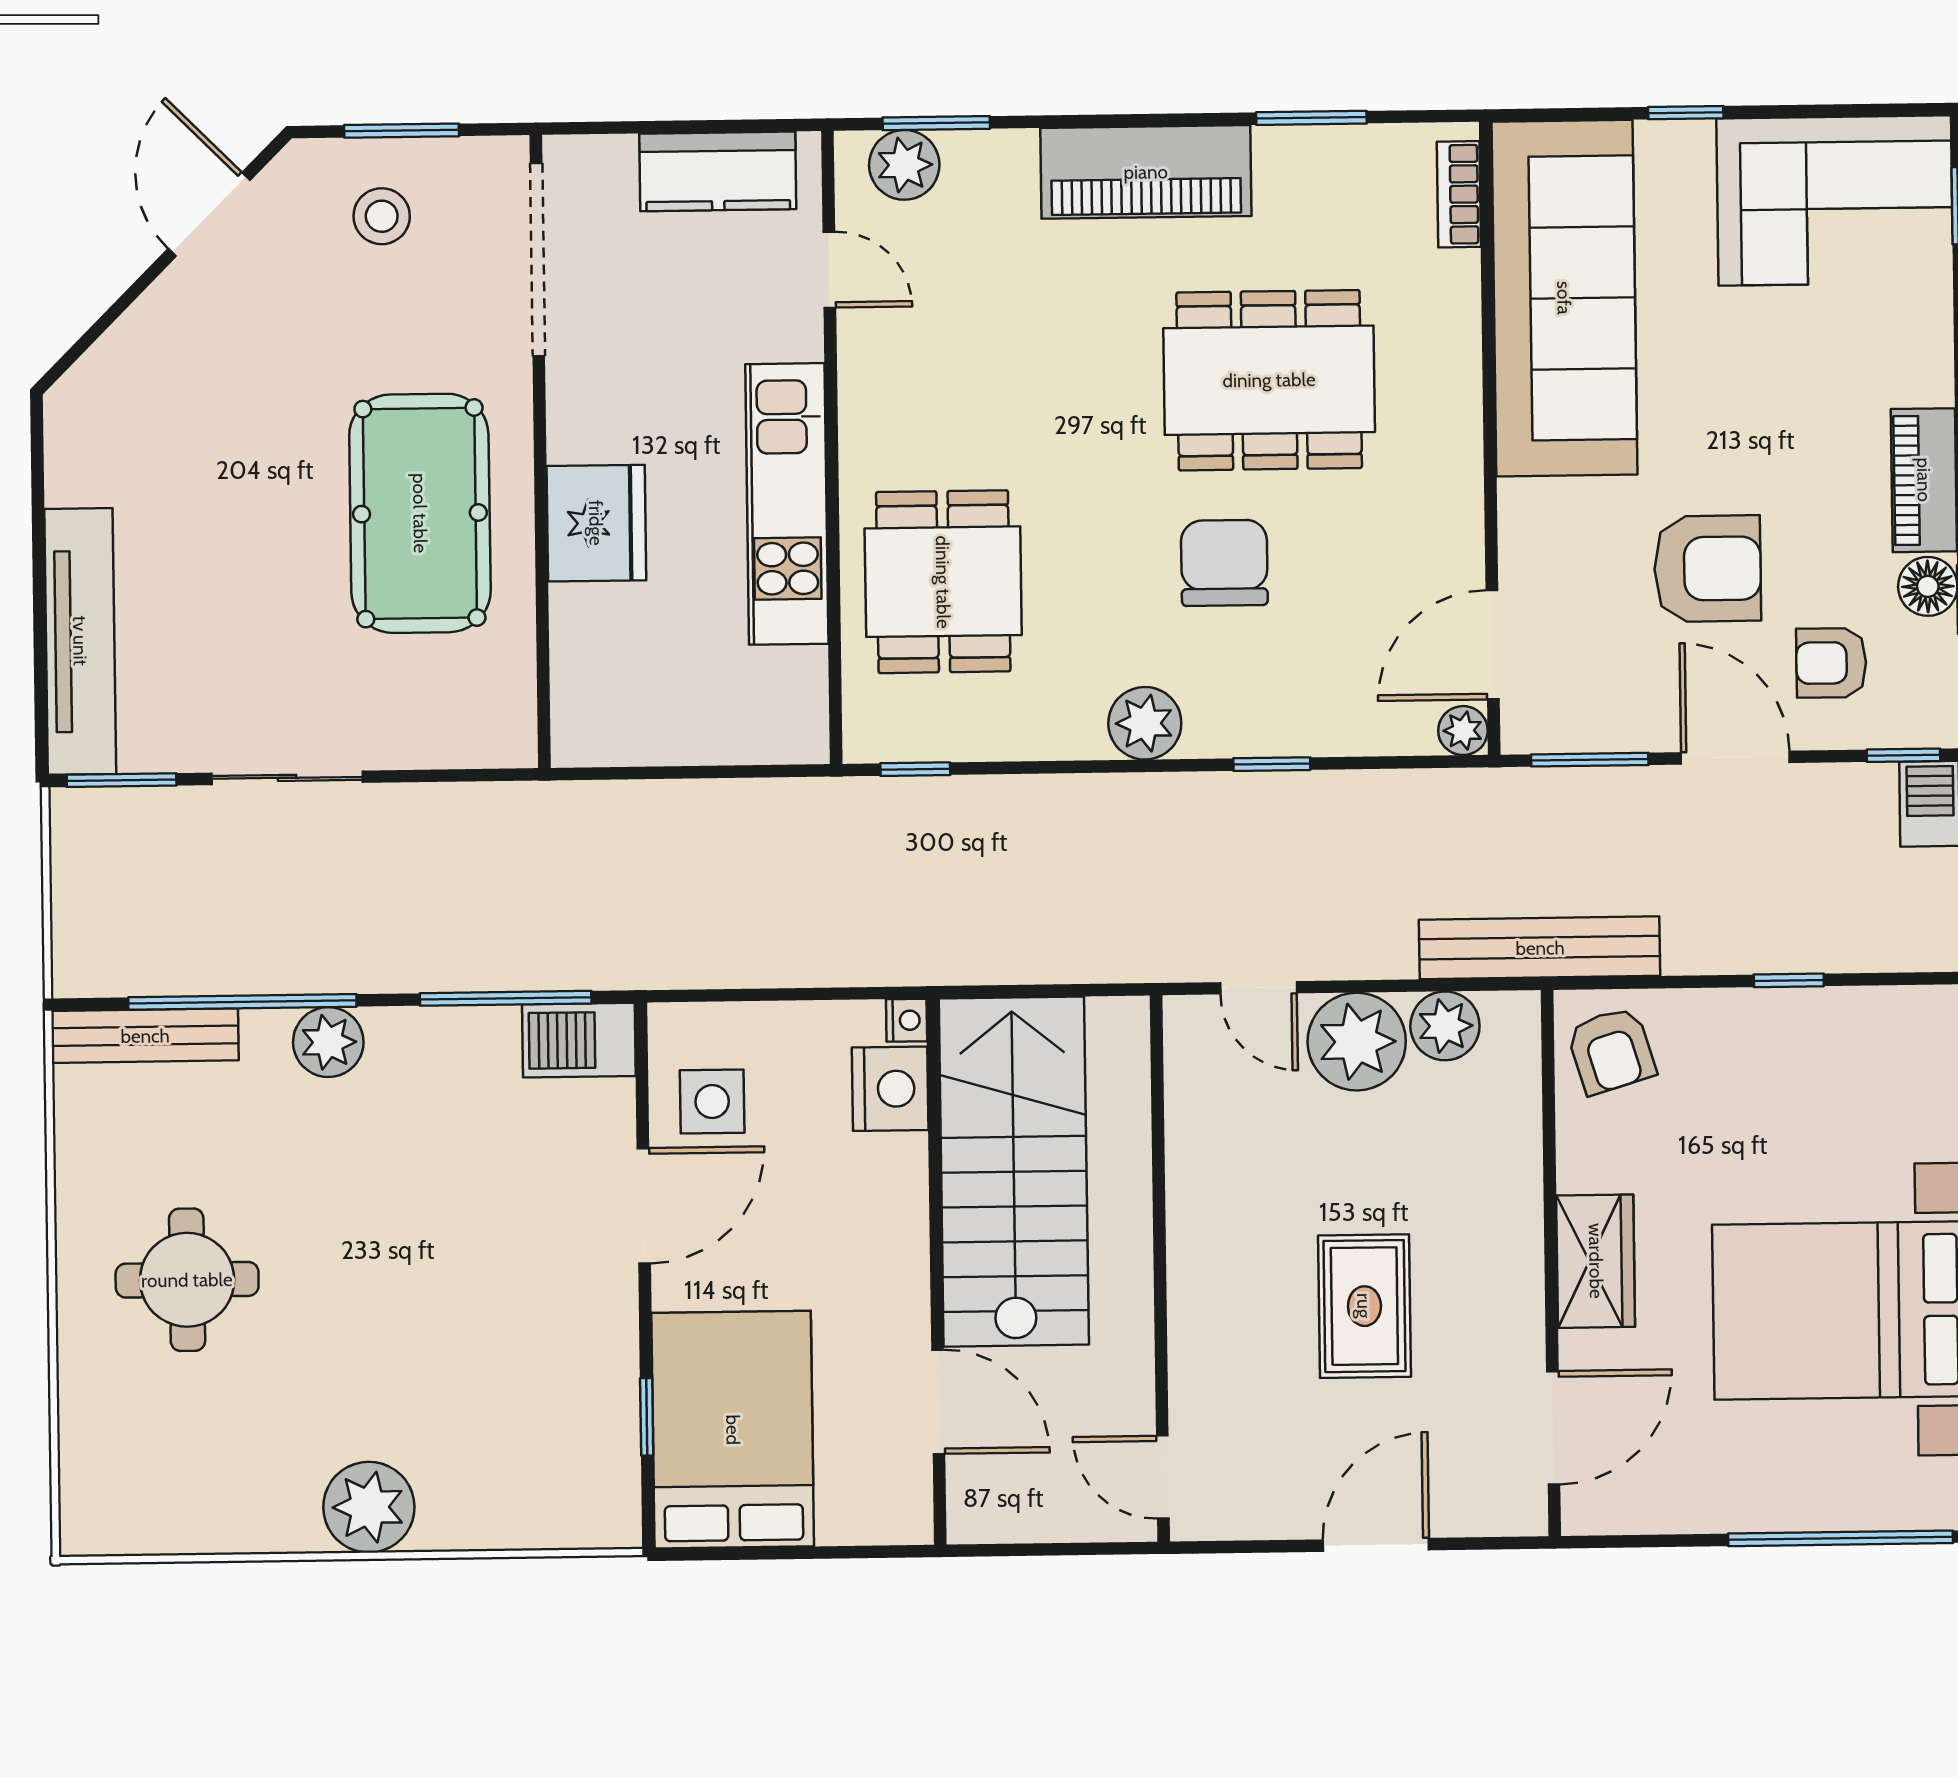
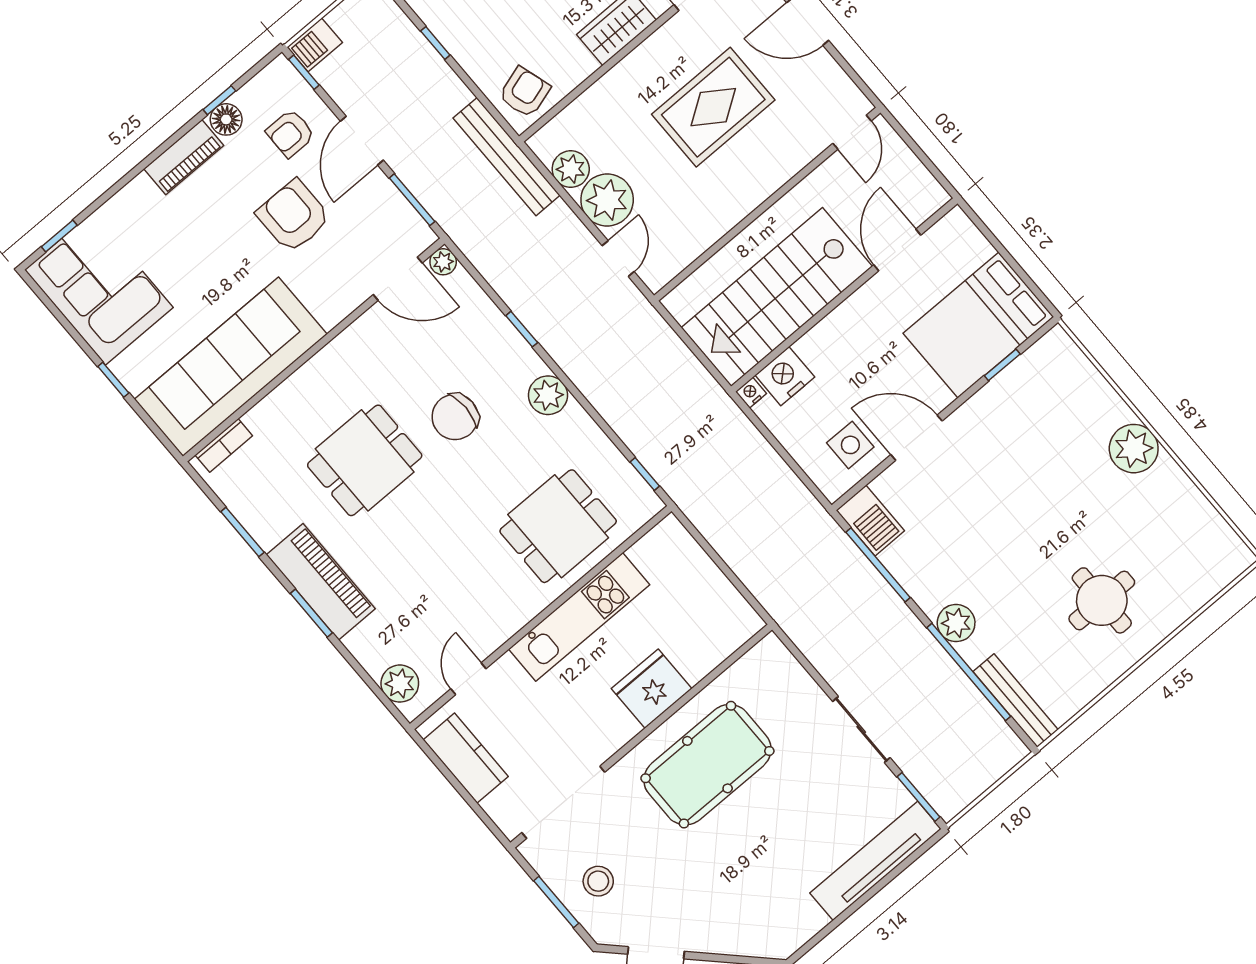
window: (936, 123) -> (311, 613), moved
dining table: (1269, 380) -> (365, 460), width x0.73
armchair: (1831, 663) -> (290, 133), turned 90
rug: (1364, 1306) -> (713, 107), width x1.36, depth x1.43

